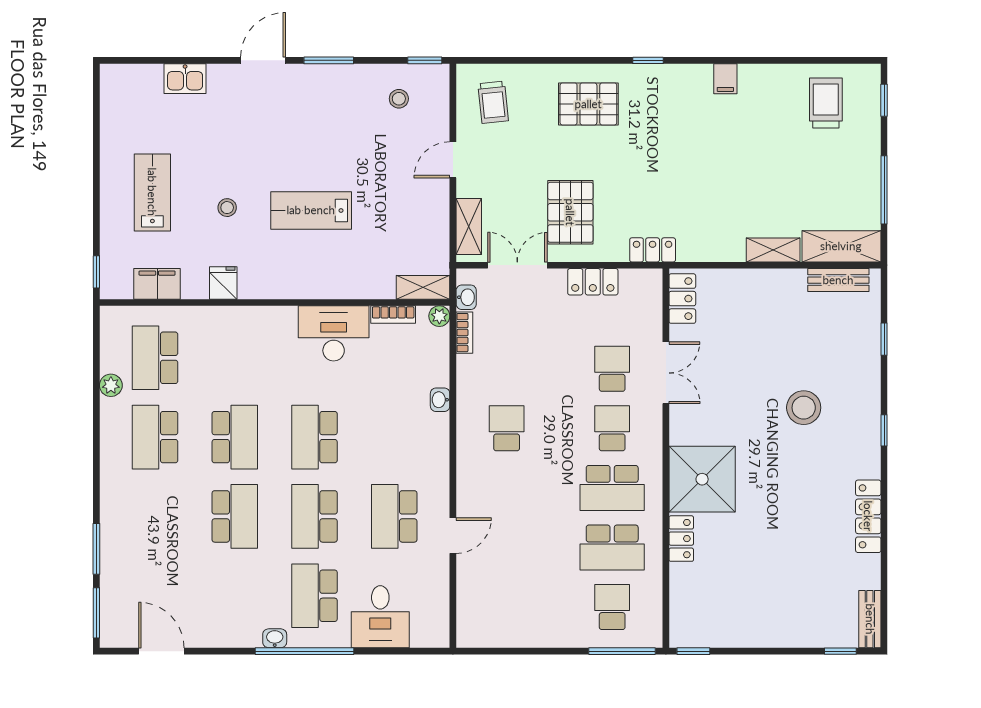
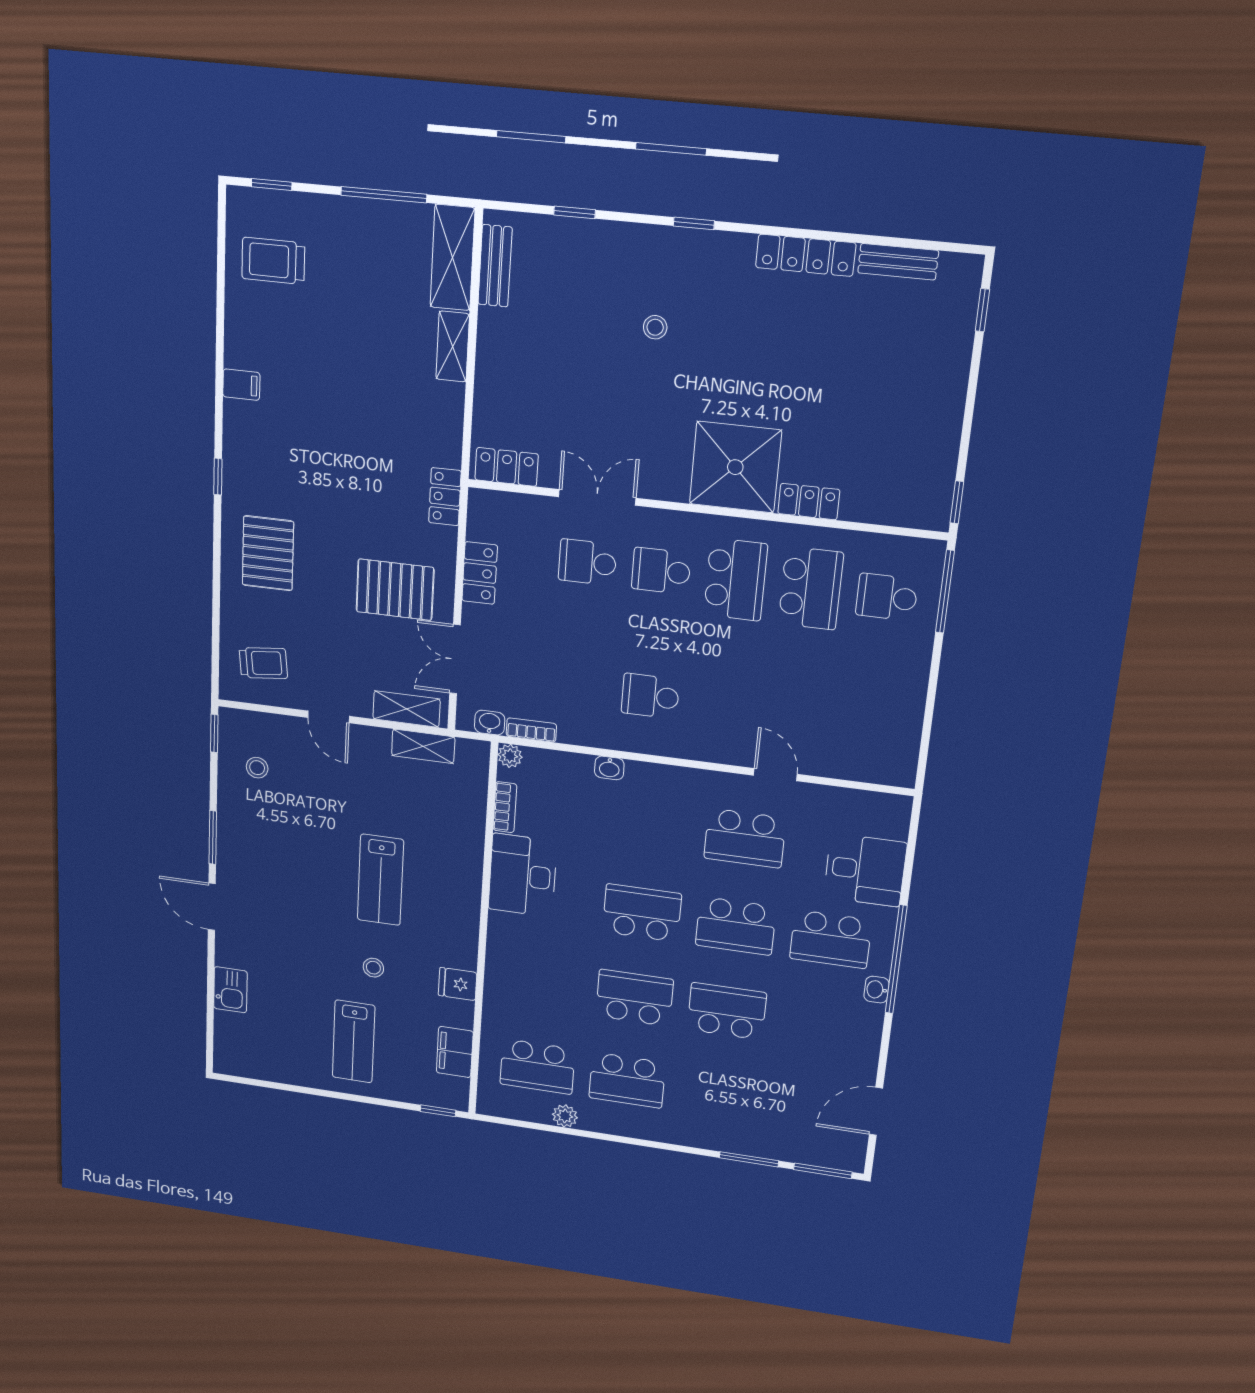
lab bench: (152, 192) -> (354, 1041), turned -90
shelving: (423, 287) -> (423, 746), moved, turned 90
stool: (804, 408) -> (655, 327), width x0.53, depth x0.53
school desk: (314, 437) -> (642, 913), turned 180
bench: (870, 619) -> (898, 262), moved

